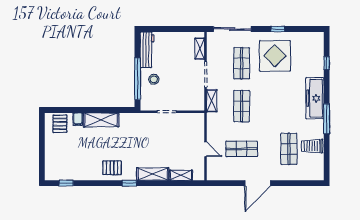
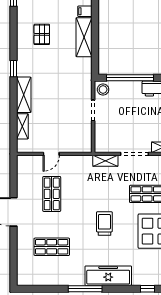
stool: (154, 79) -> (103, 90), moved
shop shelf: (242, 106) -> (99, 194), removed
trolley: (312, 146) -> (104, 223), moved
pallet: (112, 168) -> (42, 34), moved

